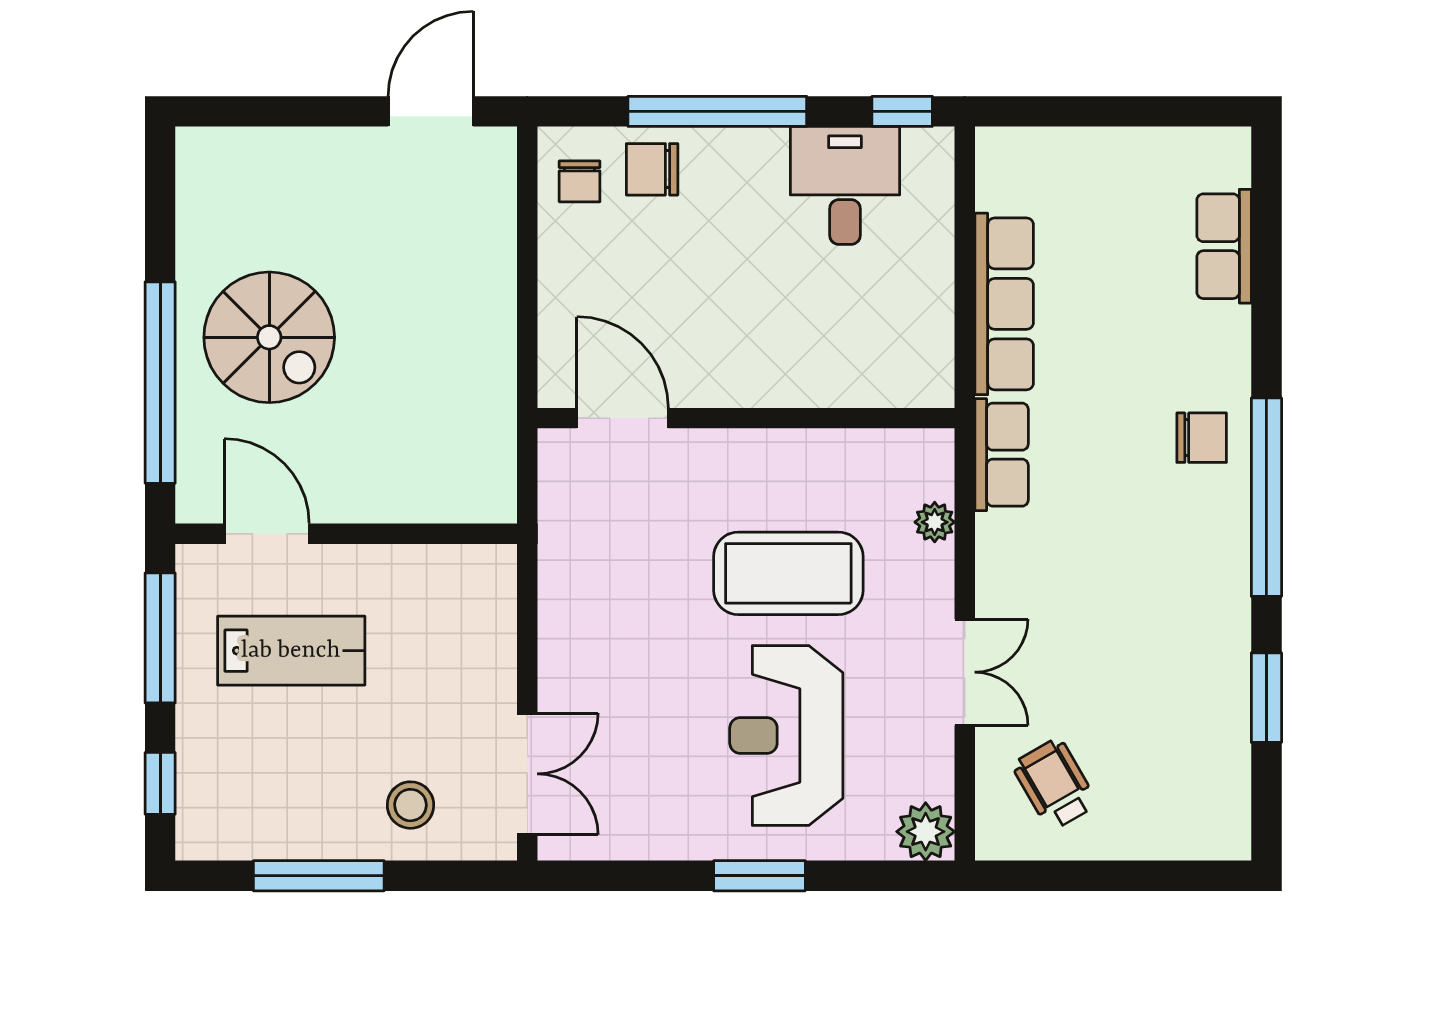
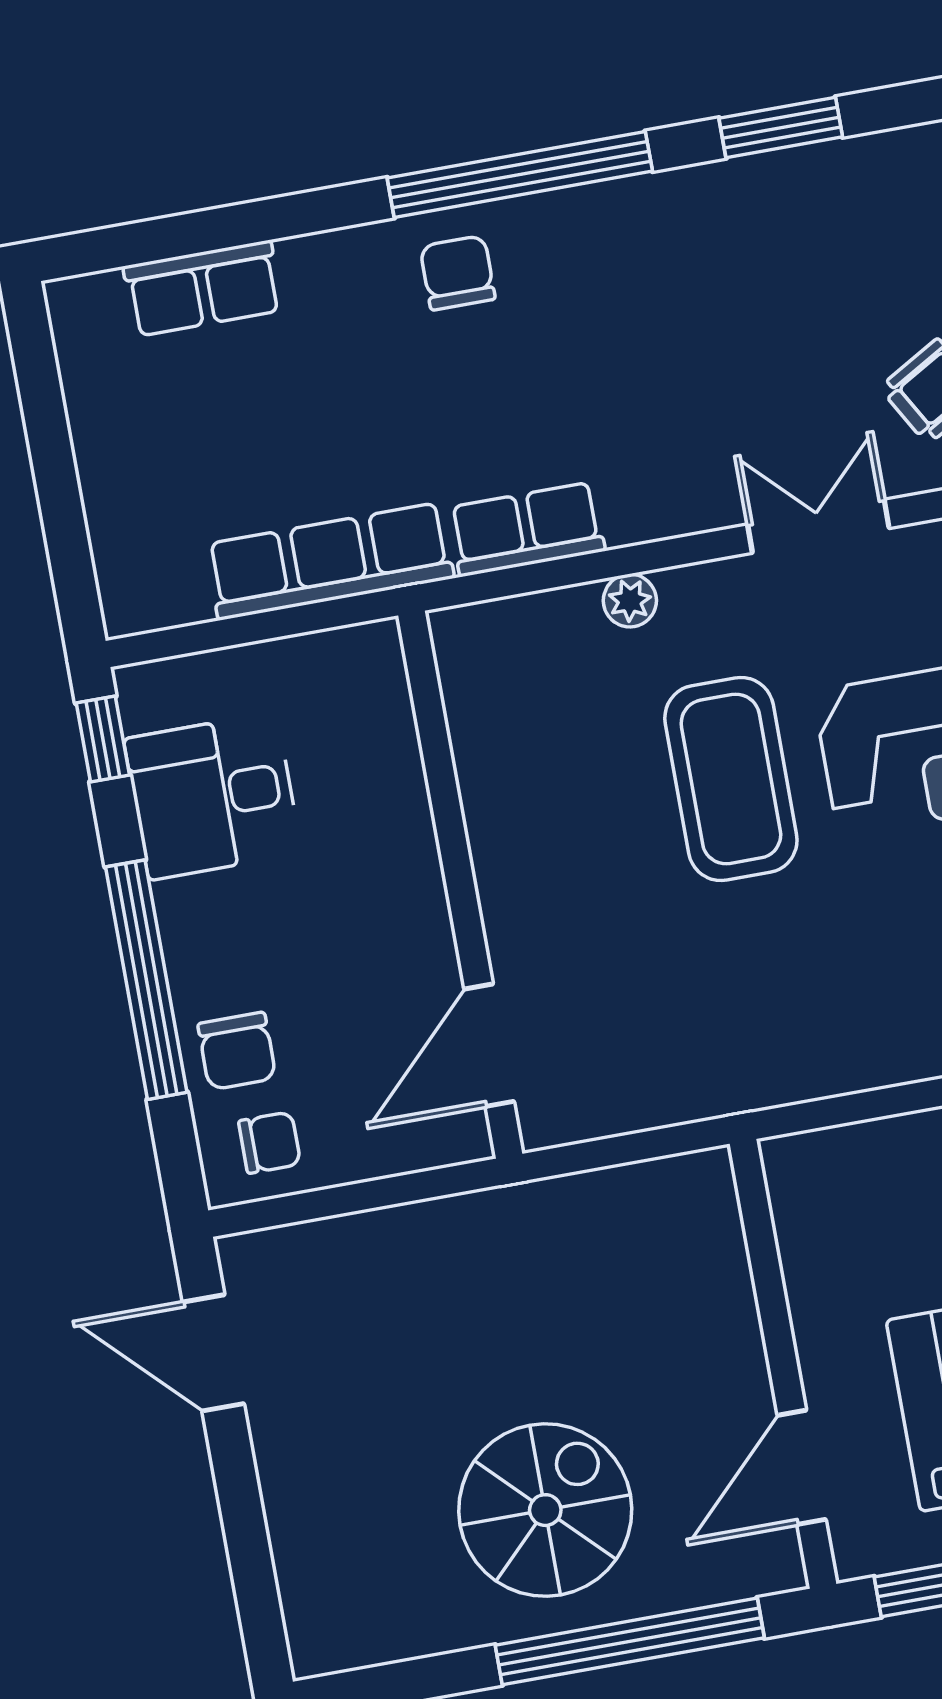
door: (623, 418) -> (489, 1045), moved
wall: (746, 418) -> (460, 885), moved

